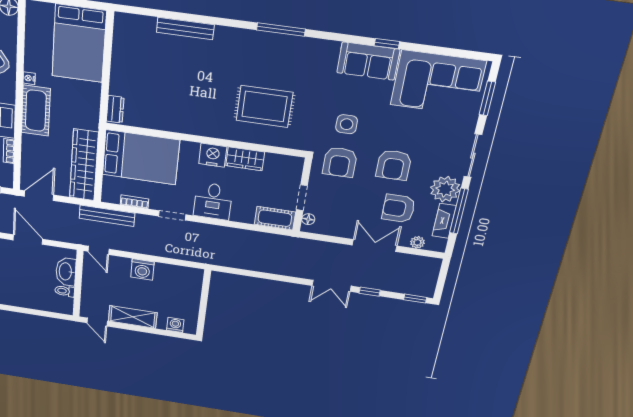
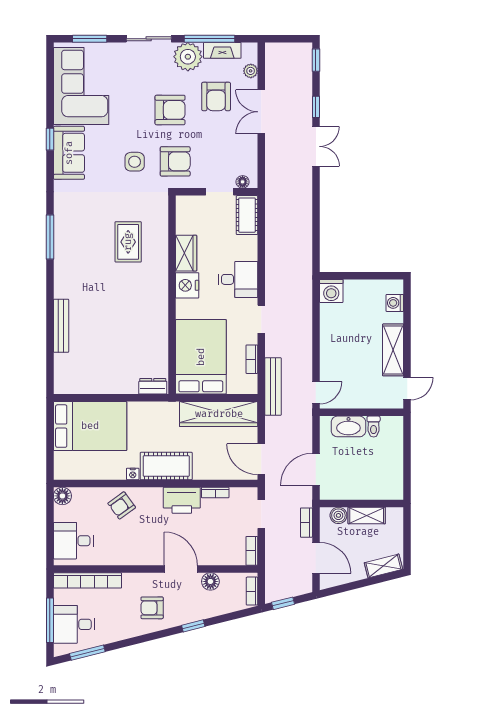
rug: (264, 106) -> (128, 242), width x0.73, depth x0.70
washing machine: (142, 269) -> (331, 291), moved, turned 90

